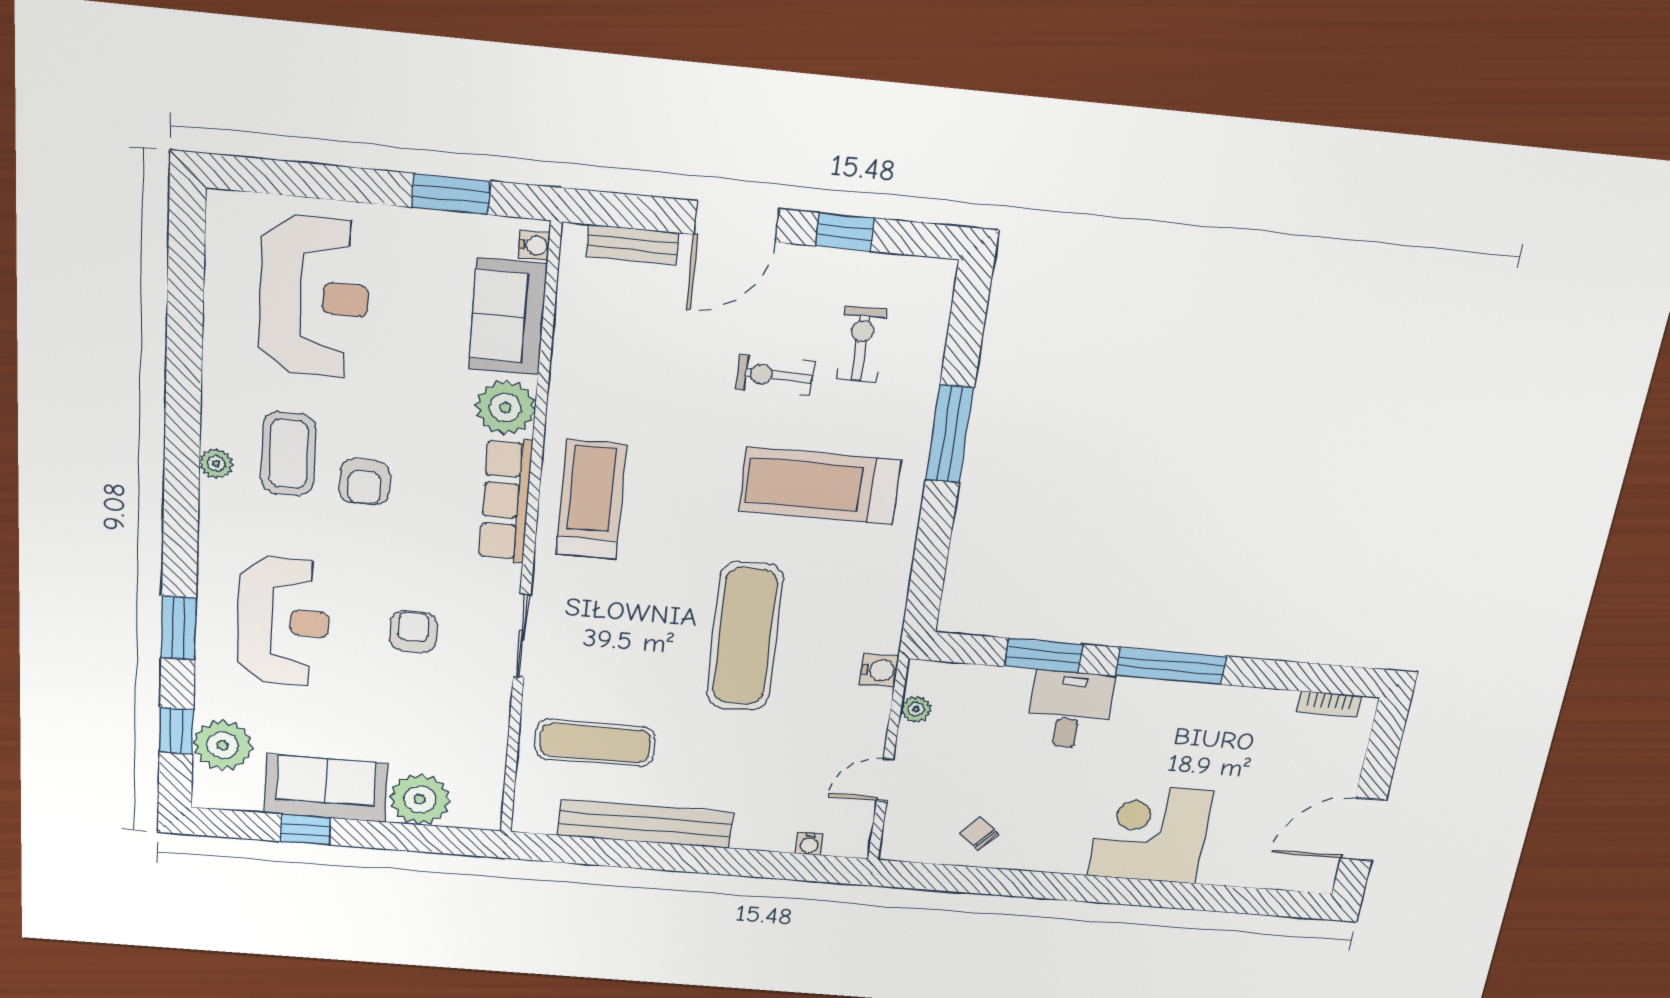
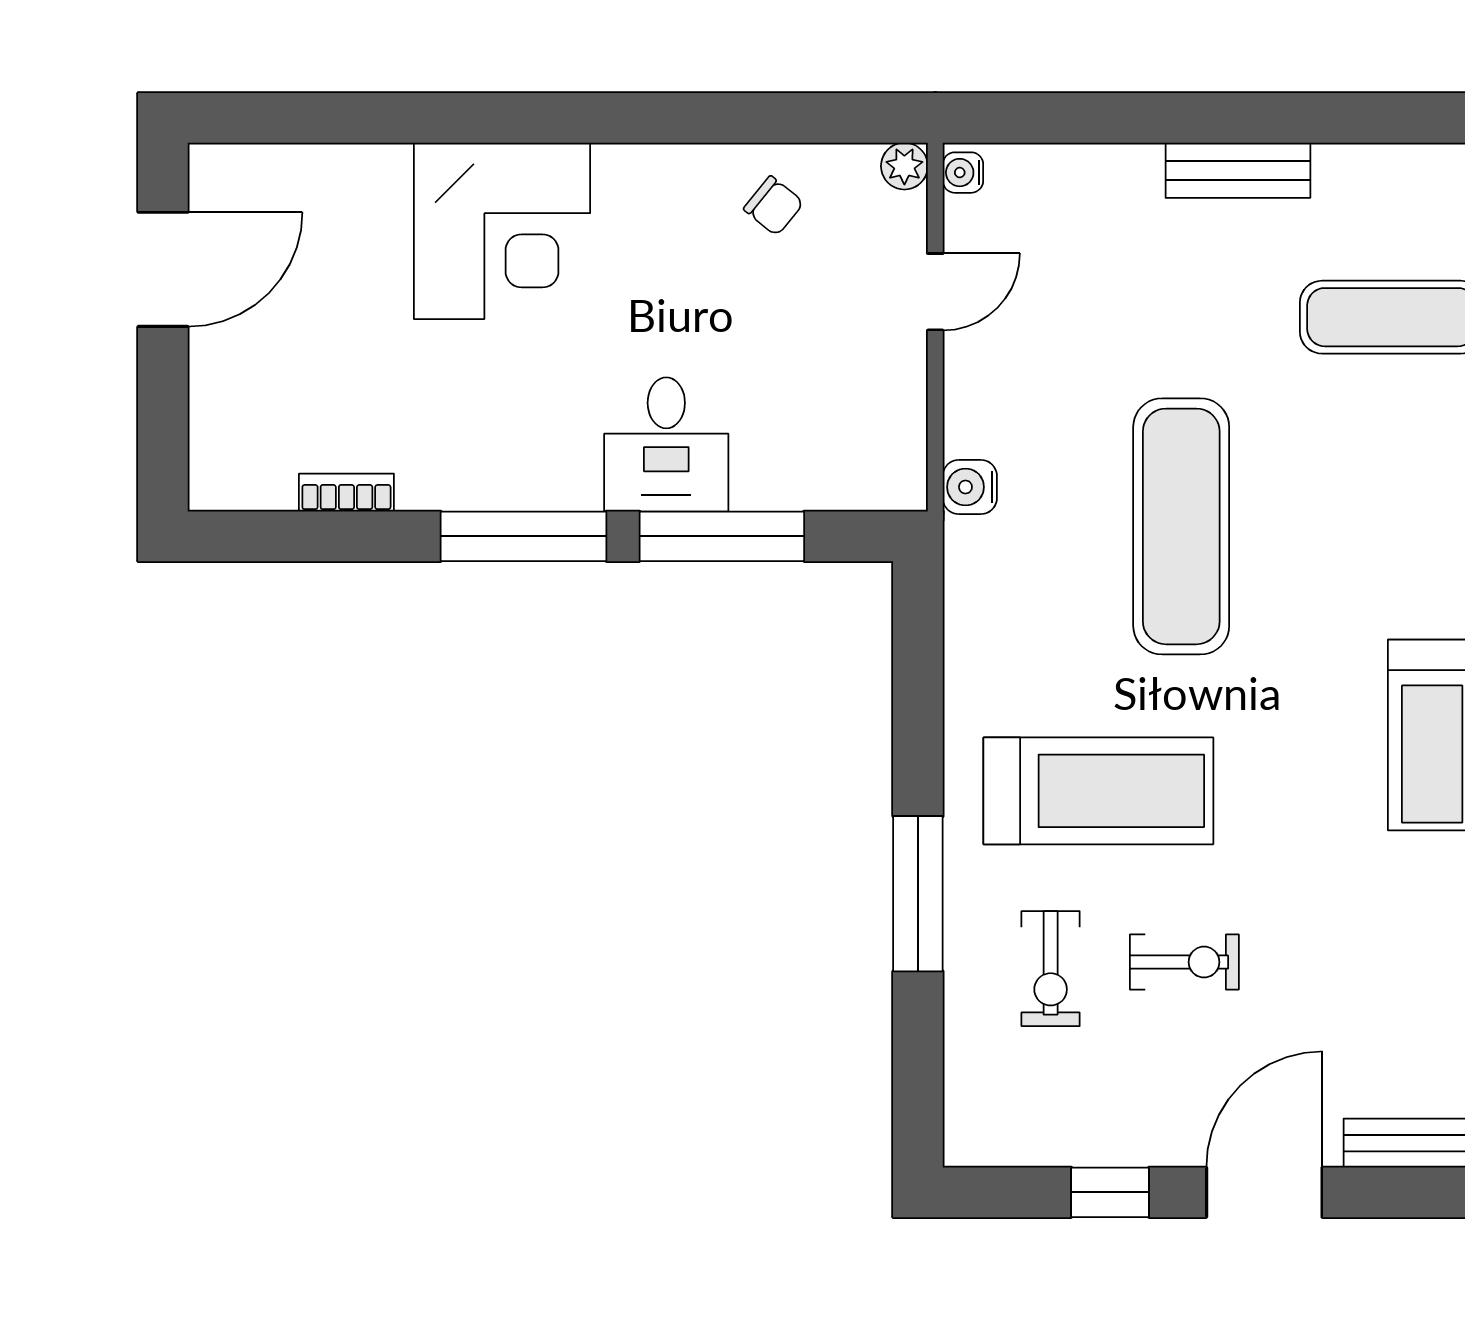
exercise bike: (861, 344) -> (1051, 969), moved
window: (1044, 655) -> (722, 536), width x1.44
bookcase: (1329, 704) -> (346, 493), moved
plant: (916, 709) -> (904, 166), moved
bench: (645, 824) -> (1238, 170), width x0.54, depth x0.82
water cooler: (809, 844) -> (963, 173), moved, turned -90

